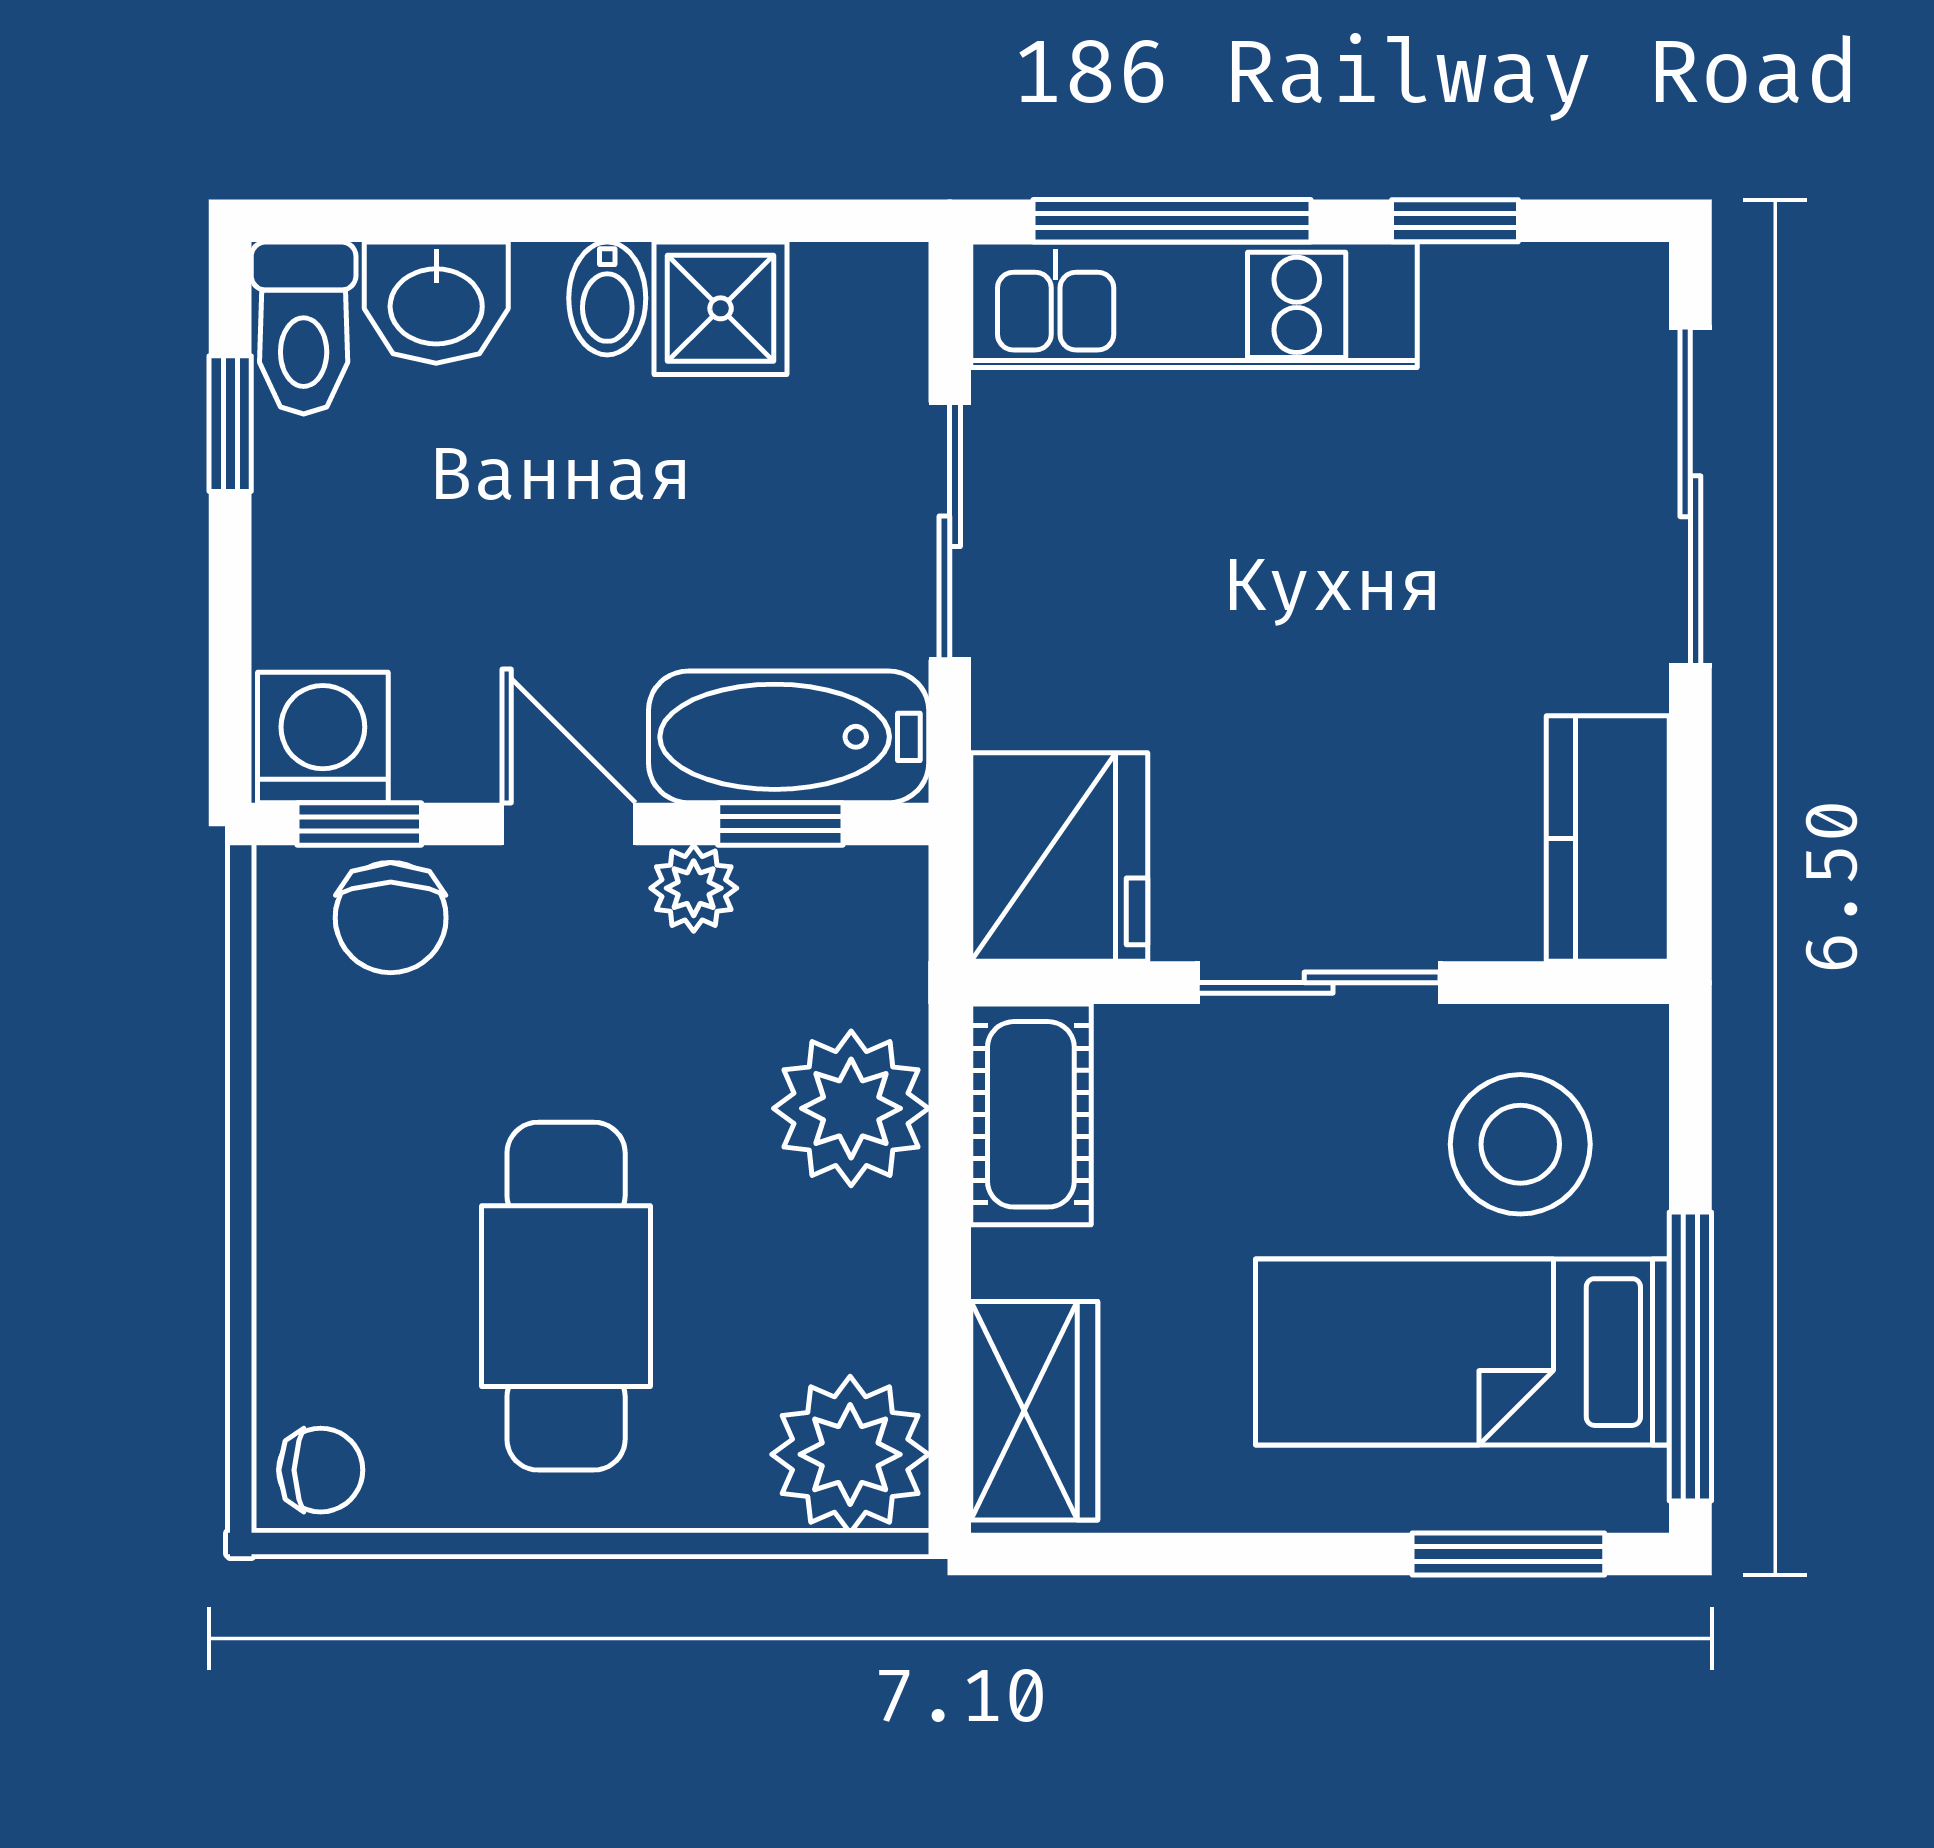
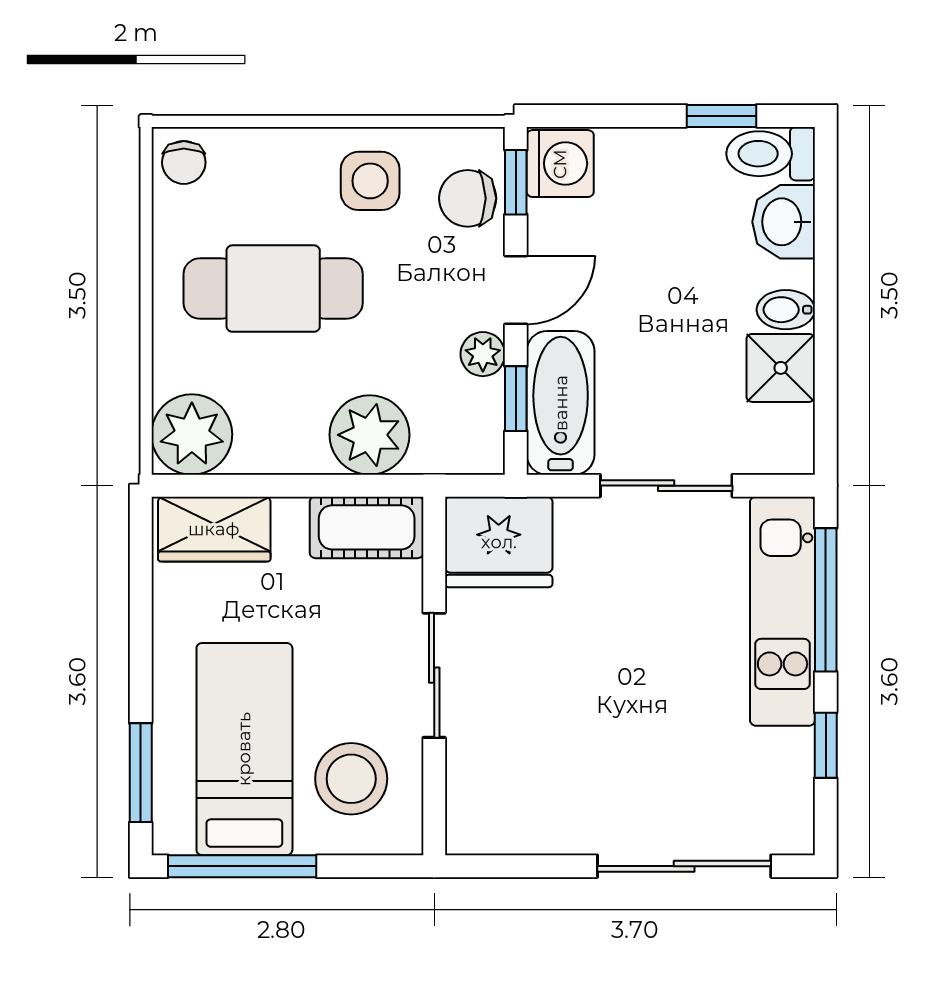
kitchen counter: (1608, 839) -> (508, 824), removed
side table: (357, 1107) -> (370, 181), added

